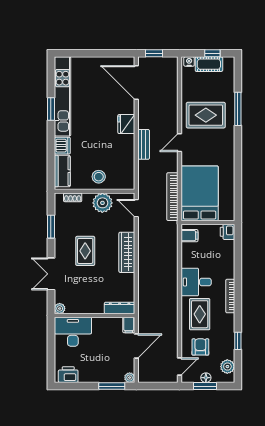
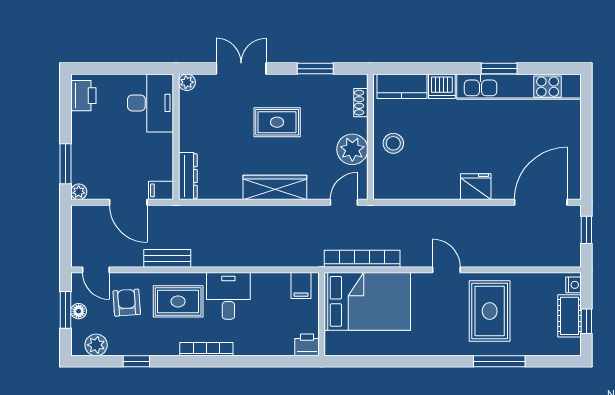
bench: (144, 144) -> (167, 258), moved
armchair: (200, 347) -> (127, 303), turned -94

